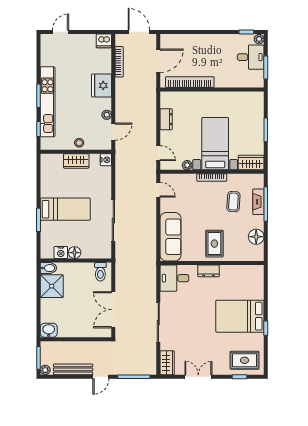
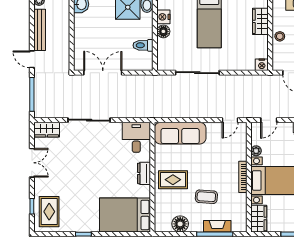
wardrobe: (76, 161) -> (260, 21), moved
coffee table: (233, 202) -> (206, 197), moved
toilet: (100, 272) -> (143, 45), moved
bed: (240, 316) -> (125, 215), moved, turned -90

